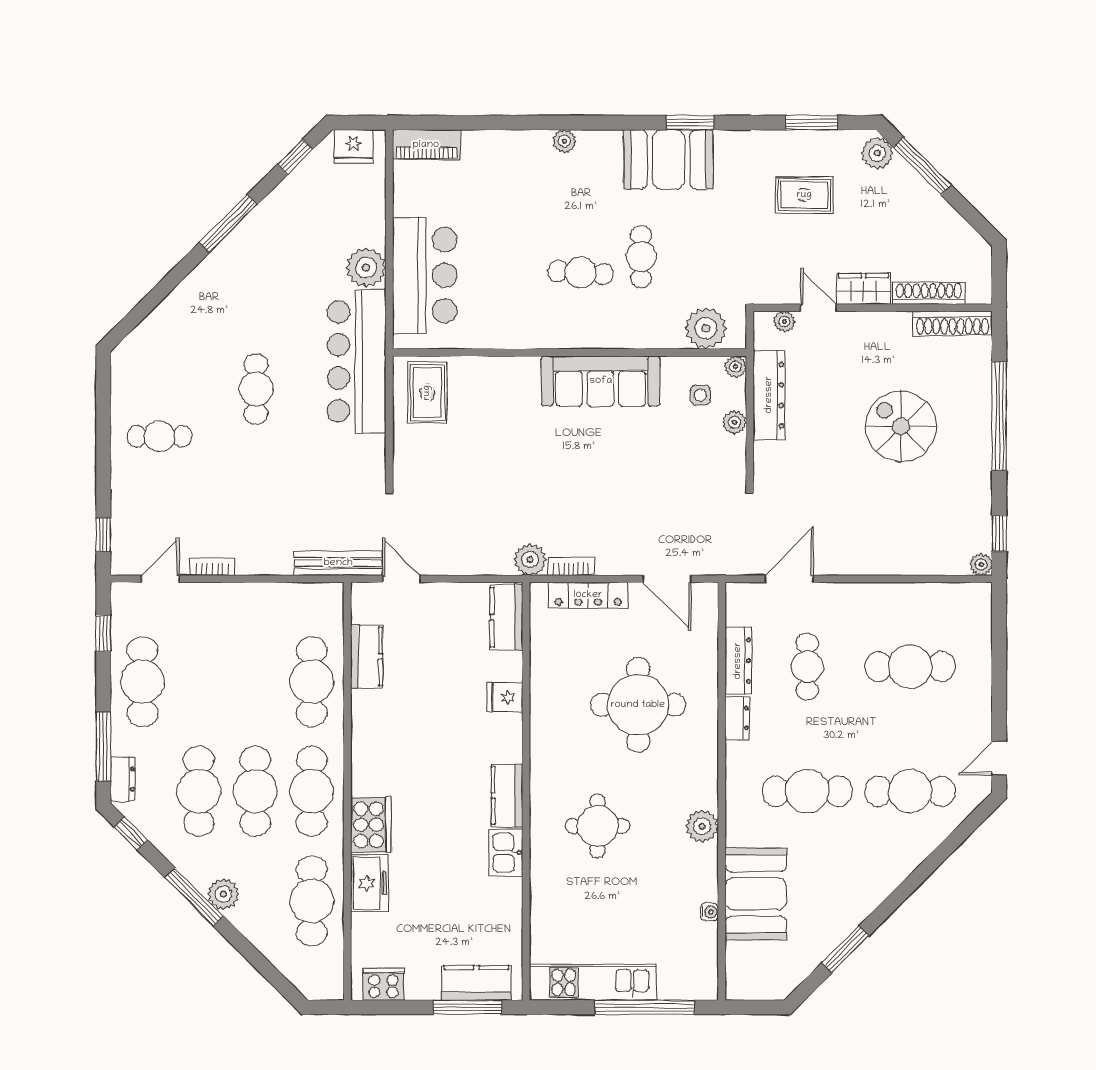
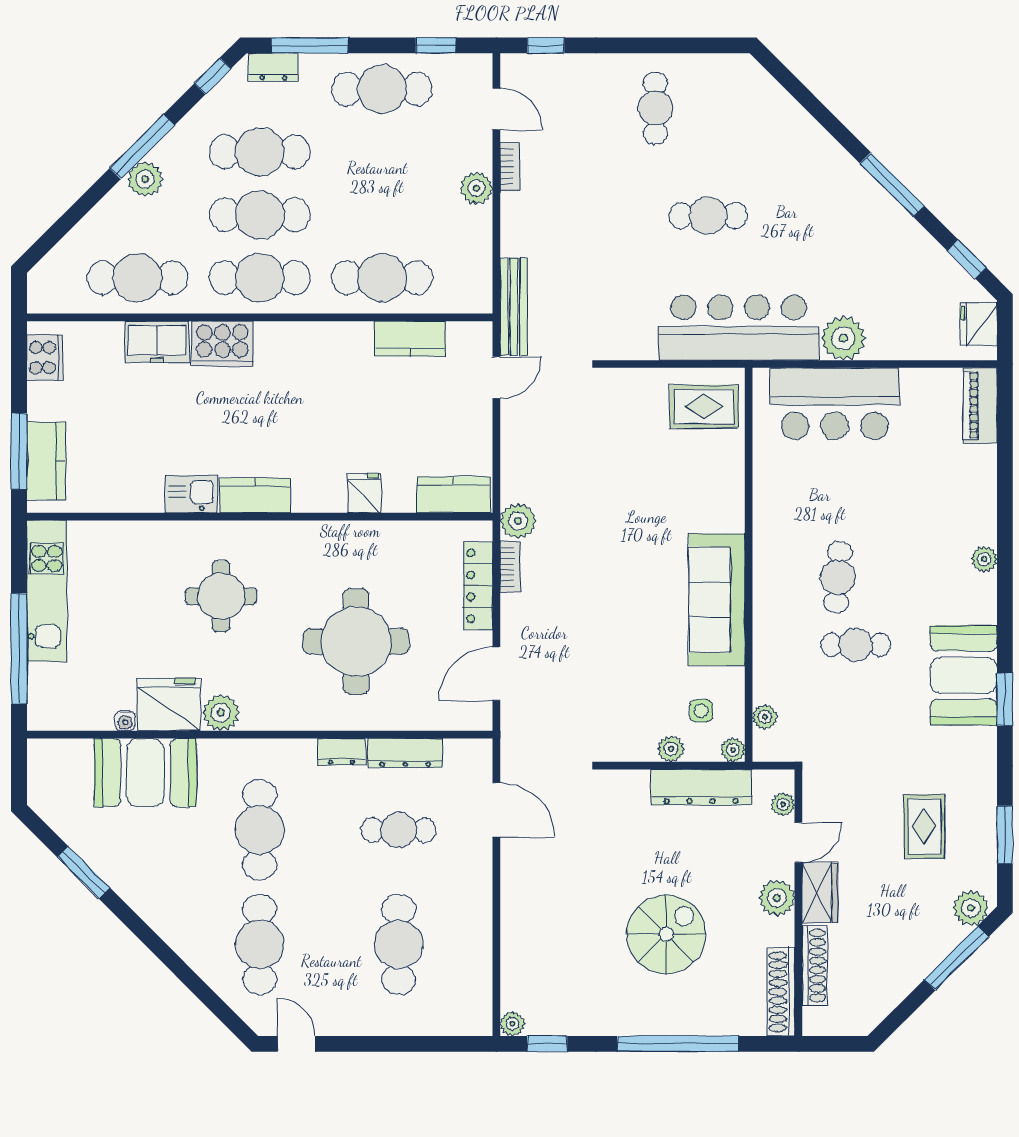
plant: (868, 327) -> (777, 898), added
plant: (706, 328) -> (765, 717), width x0.53, depth x0.53
plant: (231, 597) -> (476, 188), added
fridge: (695, 873) -> (169, 704), added

